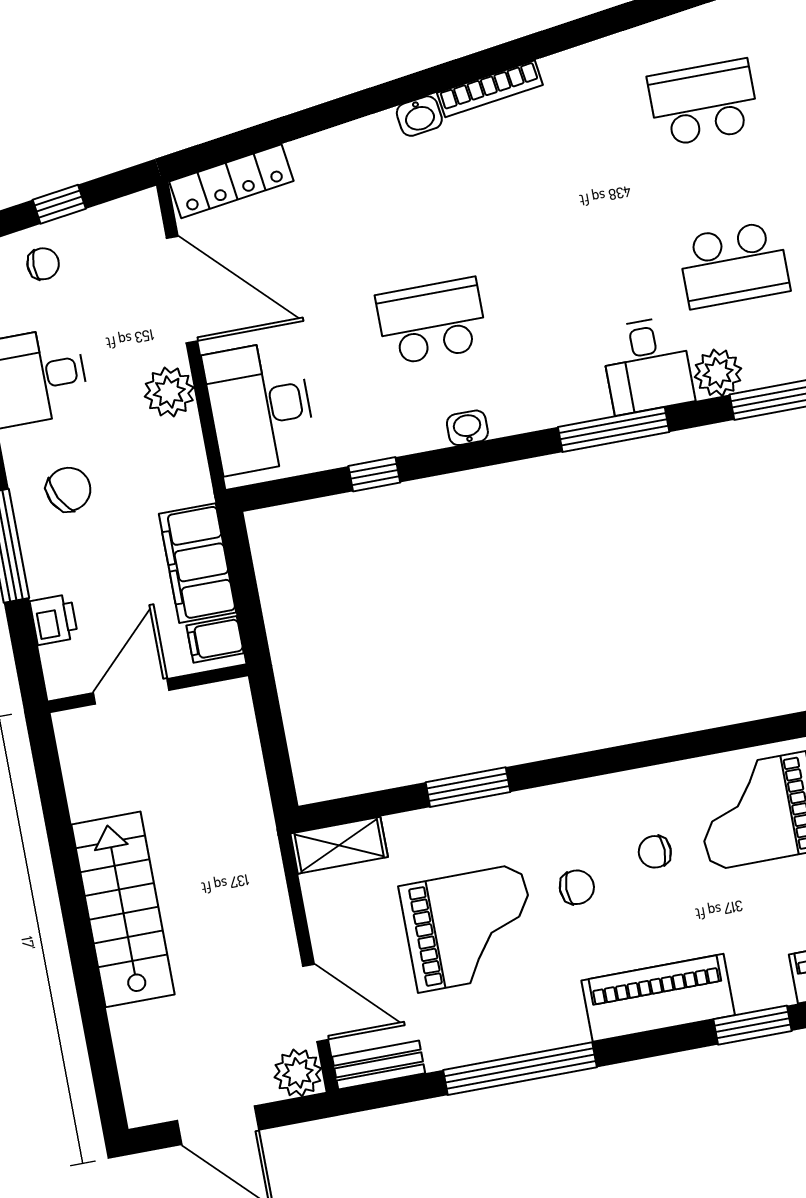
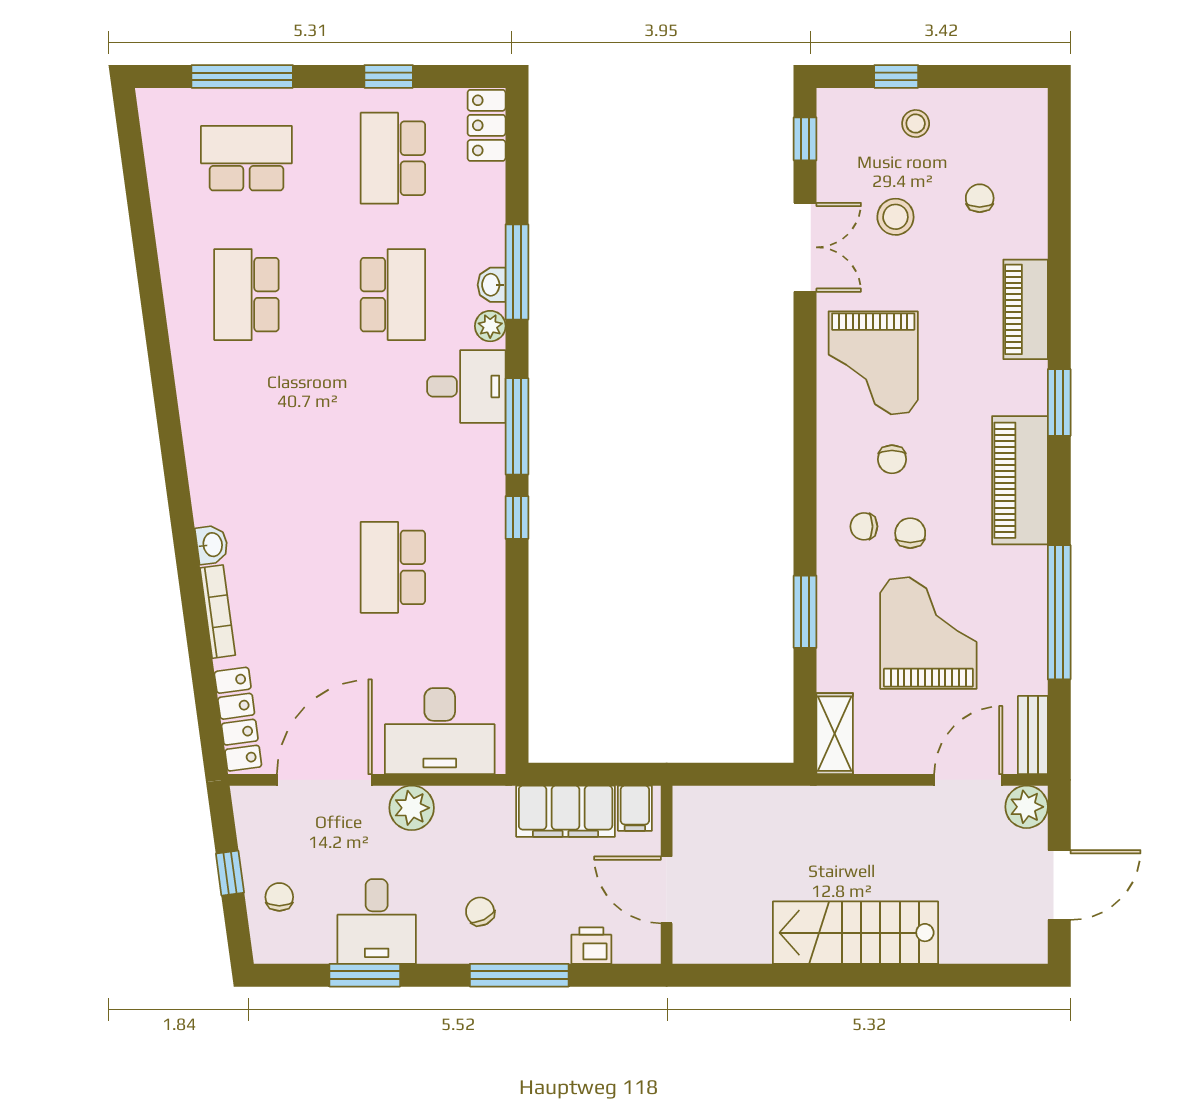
bookcase: (490, 89) -> (218, 612), moved
plant: (718, 373) -> (490, 326), width x0.73, depth x0.73
washbasin: (467, 428) -> (492, 285), moved
window: (374, 474) -> (517, 517), moved
chair: (69, 489) -> (480, 912), width x0.73, depth x0.73
chair: (575, 835) -> (864, 526), added

